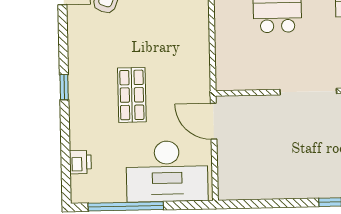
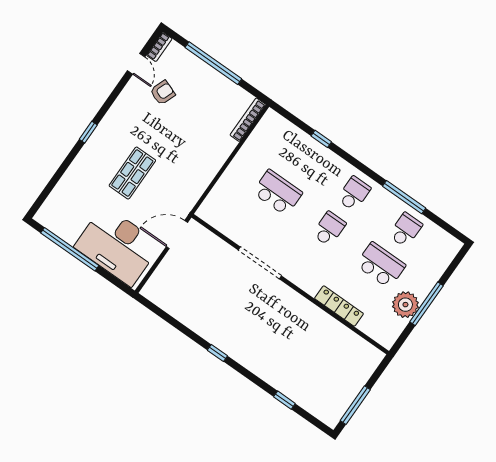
door: (214, 121) -> (177, 235), hinge flipped
printer: (80, 162) -> (61, 194), removed

